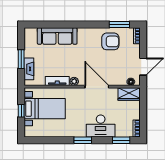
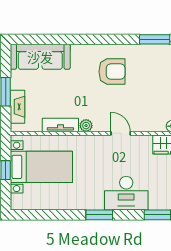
sofa: (57, 36) -> (40, 57), moved
armchair: (110, 41) -> (112, 72), moved
door: (97, 87) -> (121, 133), width x0.53

